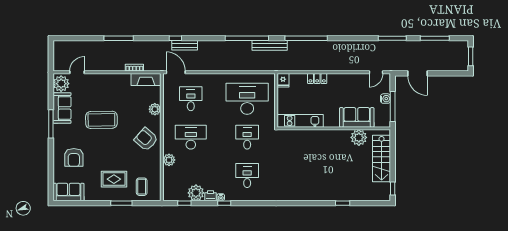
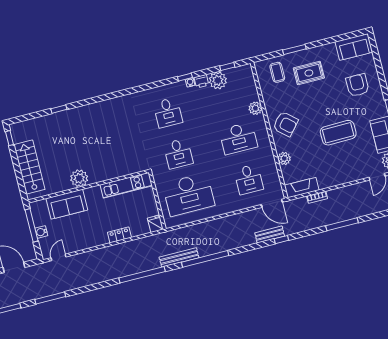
plant: (359, 137) -> (79, 178), moved

